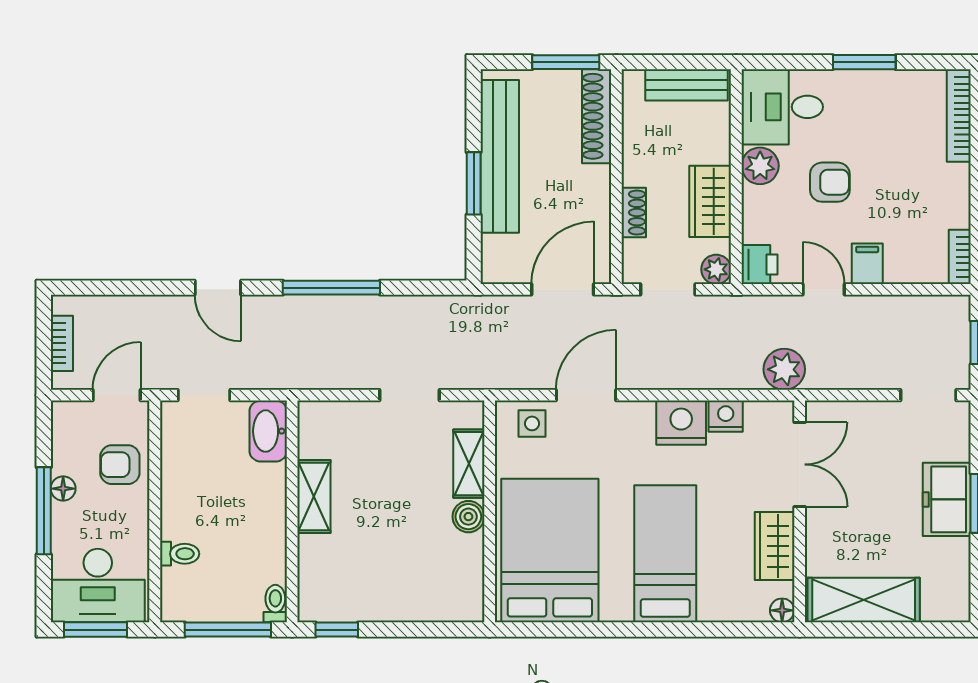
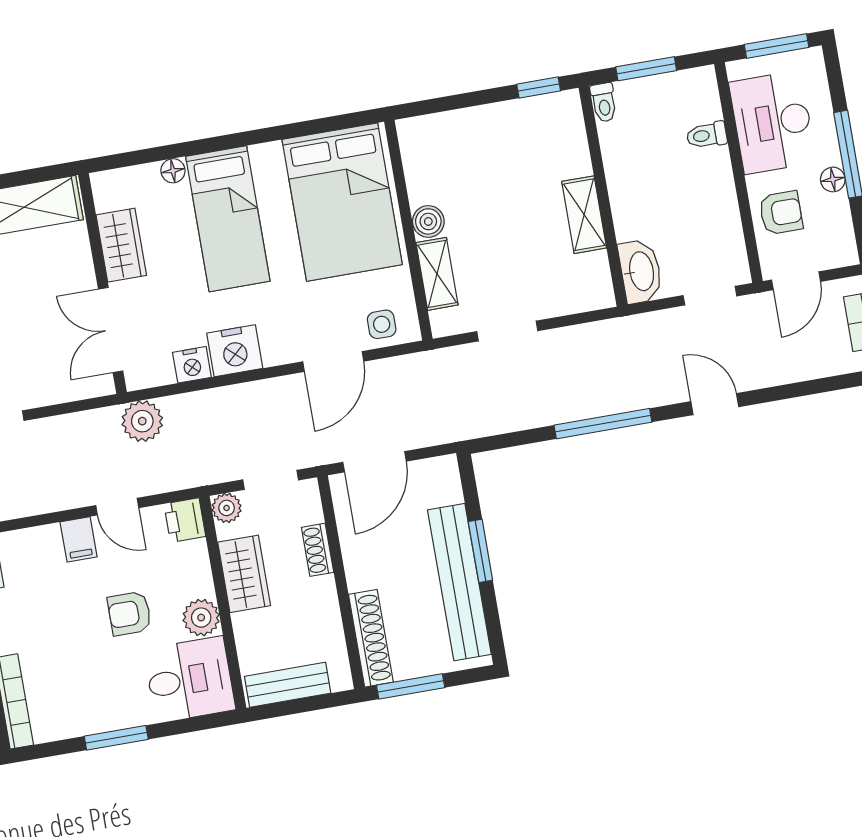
desk: (98, 586) -> (773, 122), moved, turned -90
floor lamp: (782, 610) -> (173, 171), moved
window: (228, 630) -> (646, 69), width x0.69

